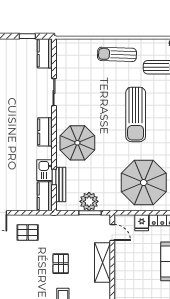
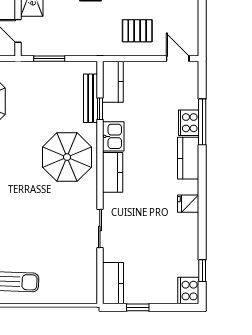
kitchen sink: (45, 170) -> (113, 136), moved
plant: (89, 201) -> (51, 74), removed

